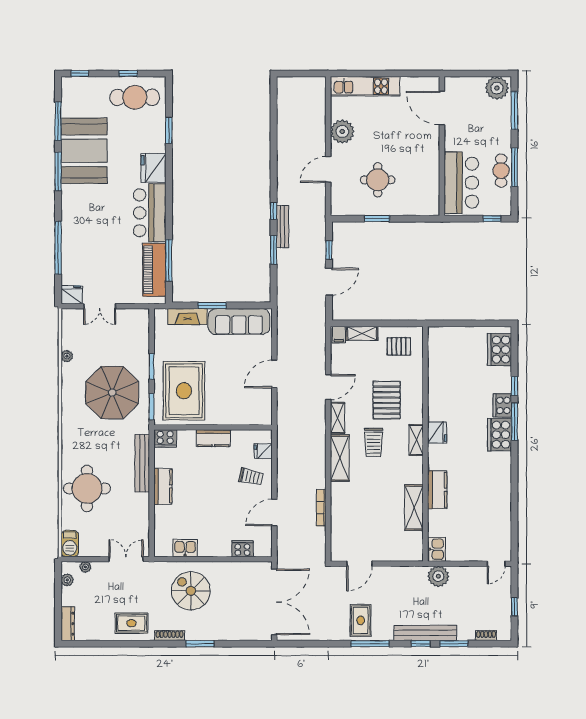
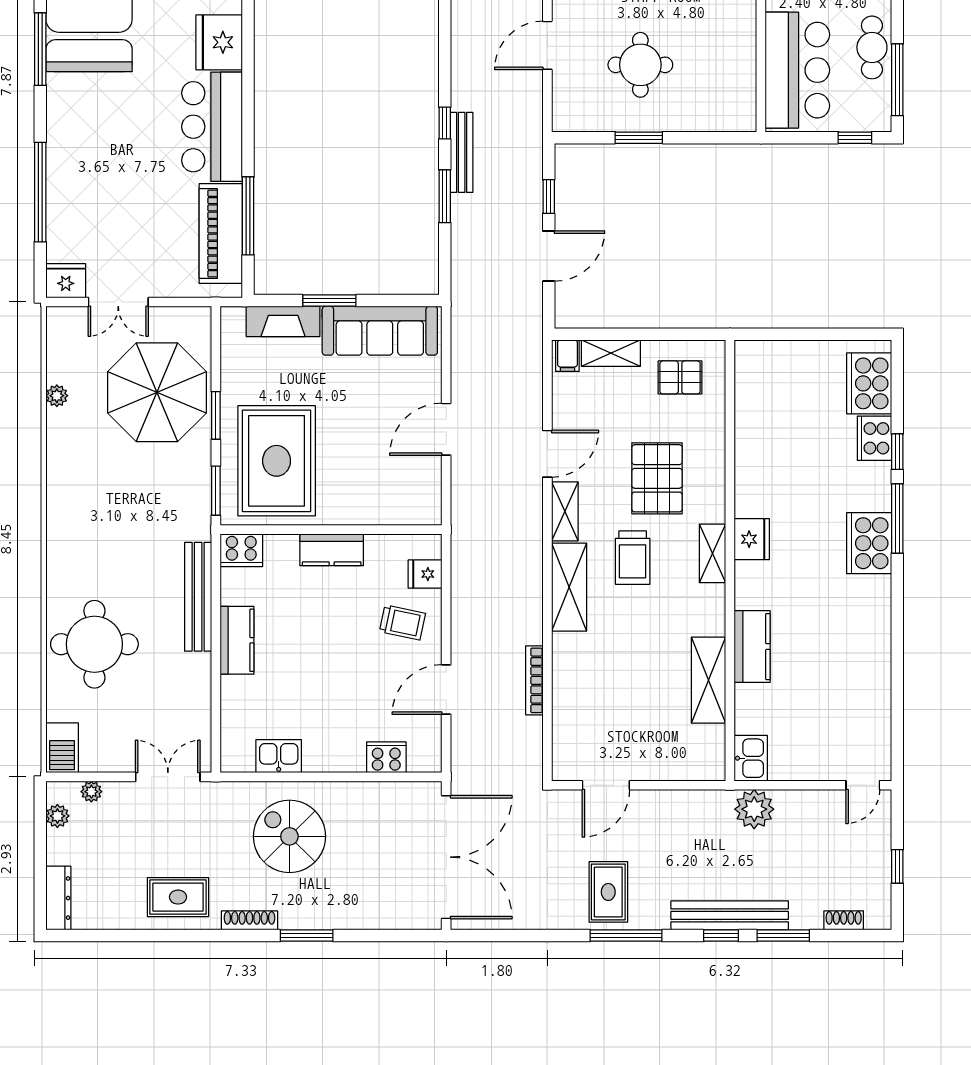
window: (514, 167) -> (897, 80), moved
parasol: (112, 393) -> (157, 392), moved
cooker: (502, 405) -> (874, 438), moved

